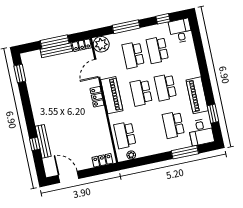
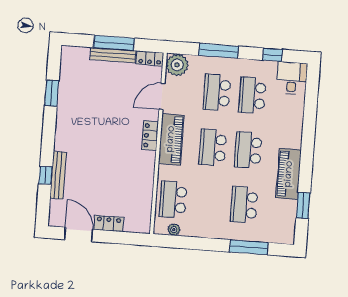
window: (20, 73) -> (52, 93), moved
desk: (201, 132) -> (279, 226), removed
locker: (102, 160) -> (109, 223), moved

